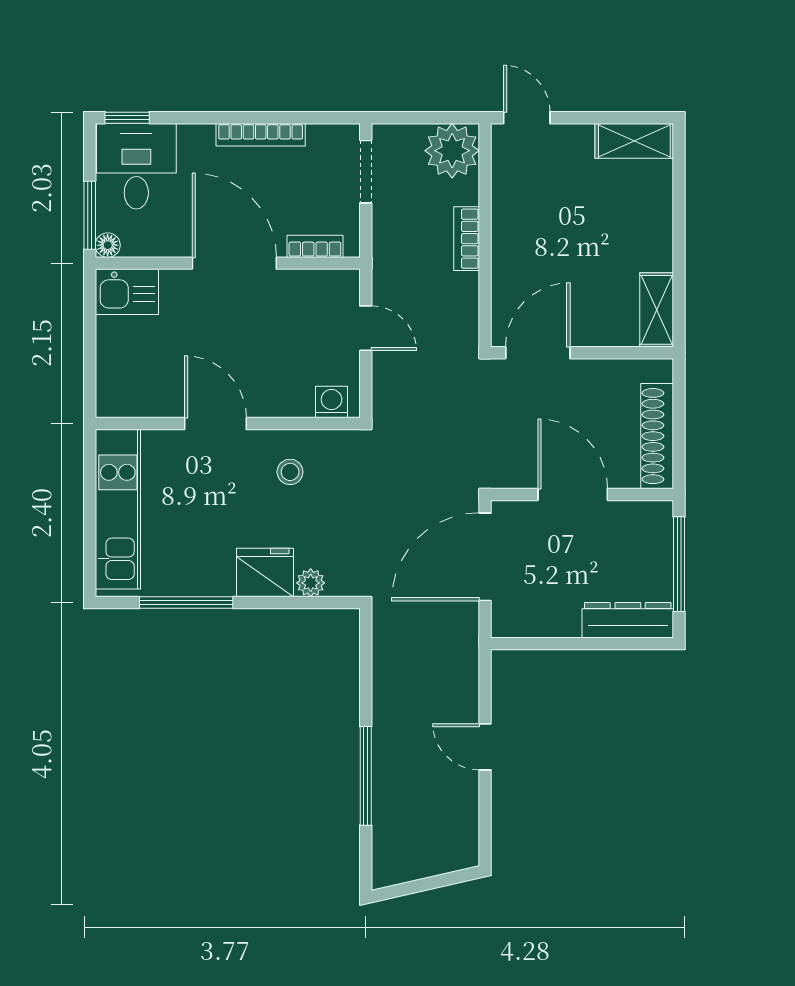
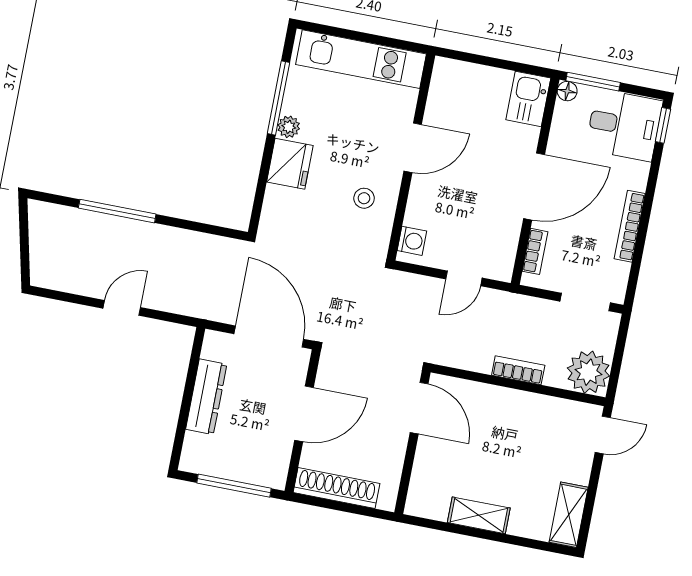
shelving: (657, 310) -> (479, 515), moved
plant: (311, 583) -> (289, 127), moved
dresser: (628, 620) -> (206, 397), moved

